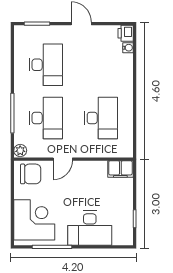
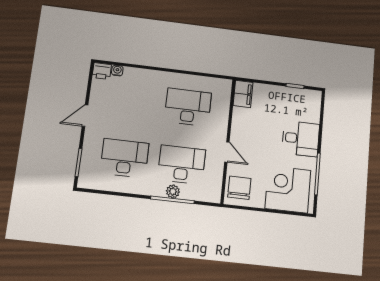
plant: (20, 151) -> (173, 191), moved
desk: (90, 228) -> (301, 139), width x0.73

